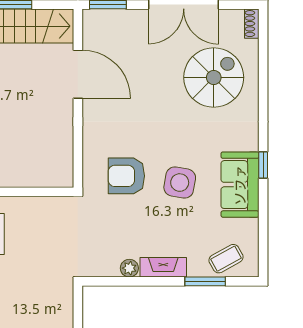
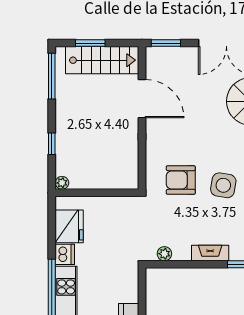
plant: (129, 268) -> (164, 254), moved

